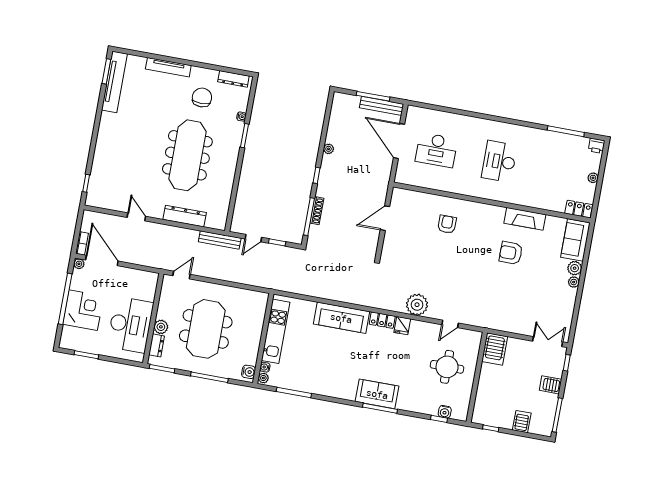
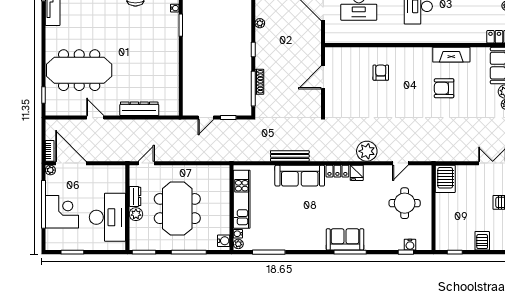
meeting table: (187, 155) -> (79, 70), moved, turned 90
bench: (220, 240) -> (290, 156), moved
dresser: (156, 345) -> (135, 196), moved

